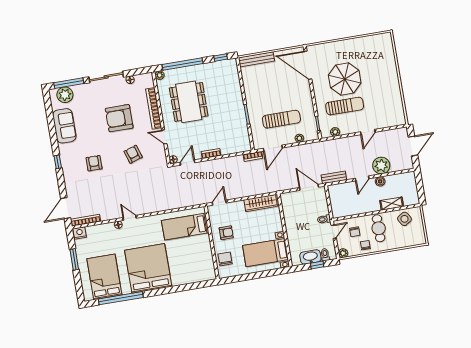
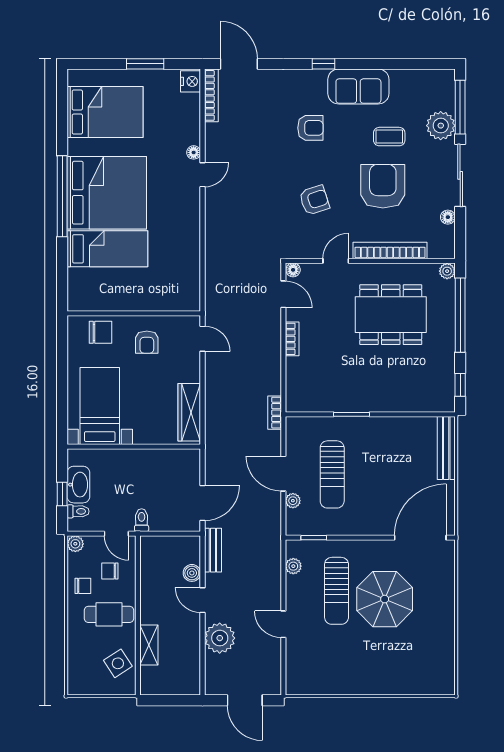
plant: (65, 95) -> (441, 126), moved
coffee table: (91, 119) -> (389, 137), added
sofa: (64, 126) -> (358, 86), moved
door: (273, 148) -> (283, 474), moved
boiler: (380, 181) -> (192, 573), moved
bed: (185, 227) -> (107, 249), moved, turned 90
window: (121, 298) -> (62, 196), moved

